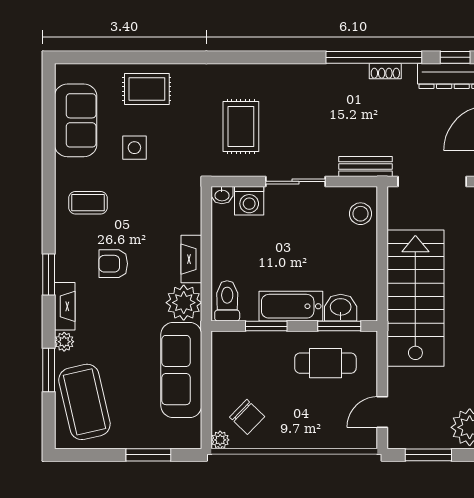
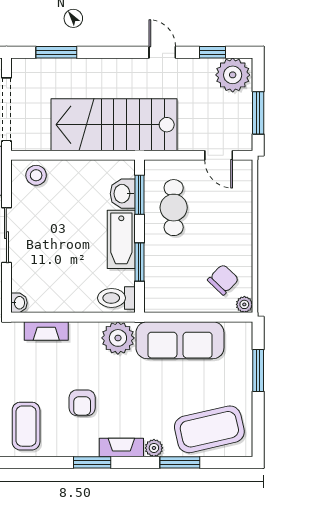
washing machine: (249, 201) -> (24, 278), removed
coffee table: (88, 203) -> (26, 426), width x1.36, depth x1.30
fireplace: (191, 259) -> (46, 331), moved

